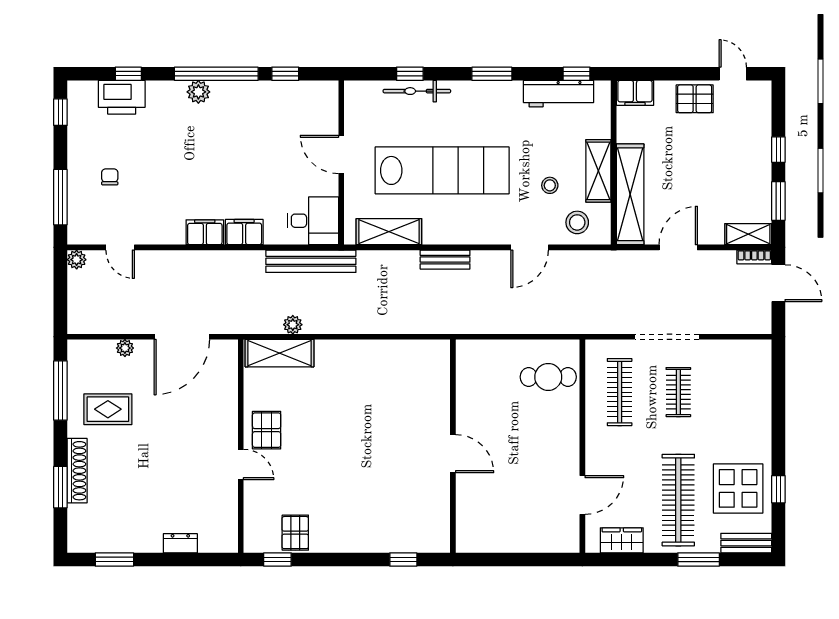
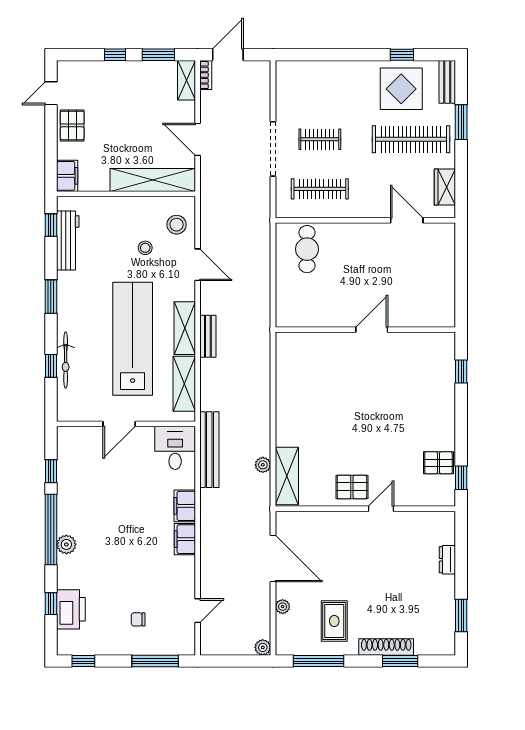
shelving: (598, 171) -> (185, 328), moved, turned 90
plant: (77, 260) -> (263, 647), moved

